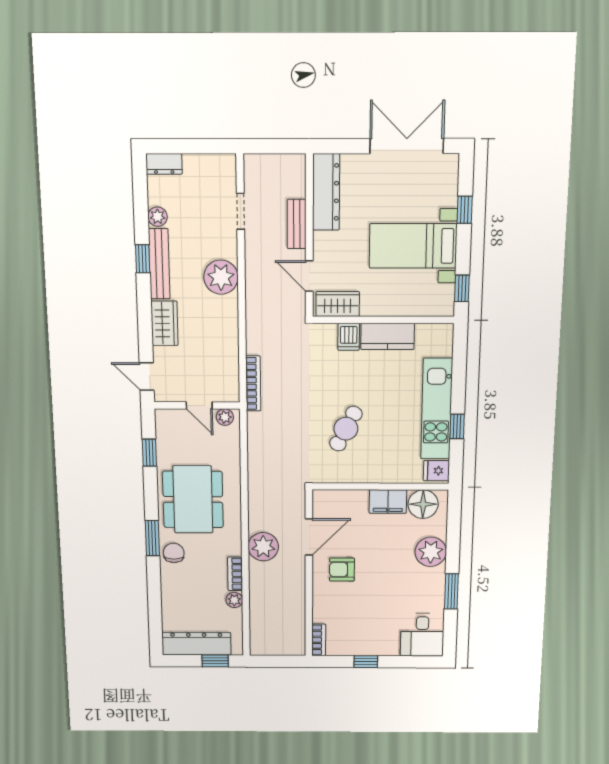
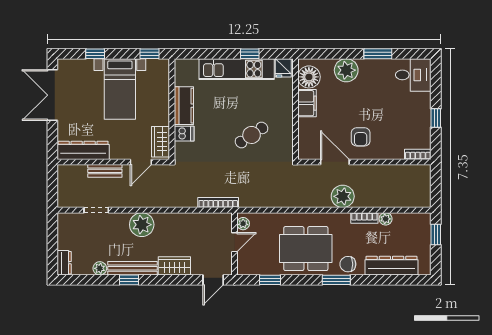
cafe table: (346, 429) -> (252, 135), turned -61
dresser: (196, 644) -> (391, 266), moved, turned 90

